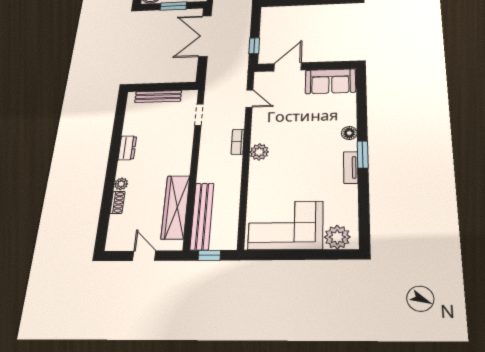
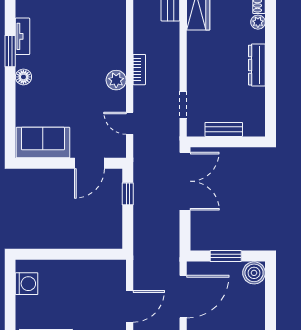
double door: (205, 36) -> (185, 181), moved
bench: (158, 96) -> (224, 129), width x0.73
dresser: (127, 148) -> (257, 65), width x1.44
plant: (259, 152) -> (116, 80), moved

